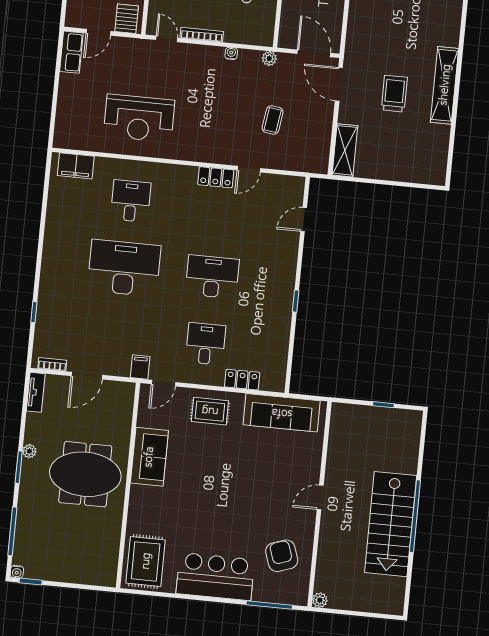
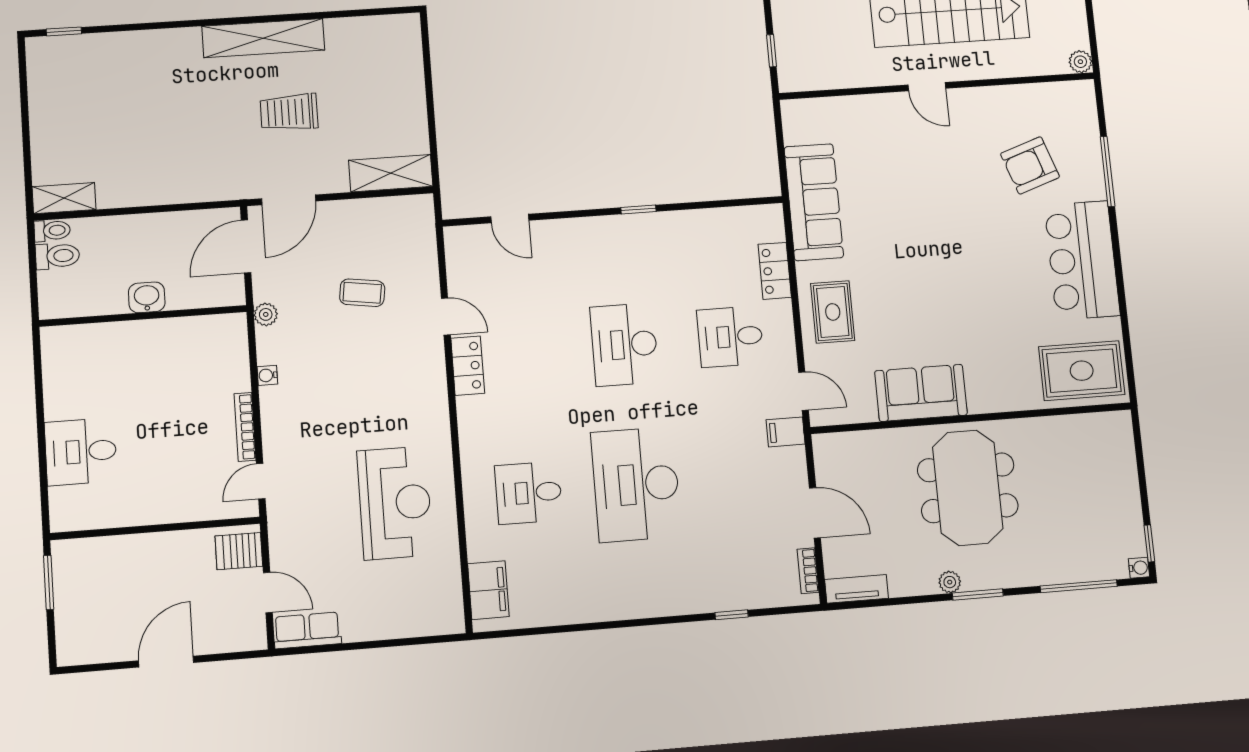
door: (320, 497) -> (927, 87), moved
wall: (319, 504) -> (937, 86), moved
plant: (320, 600) -> (1080, 62), moved

